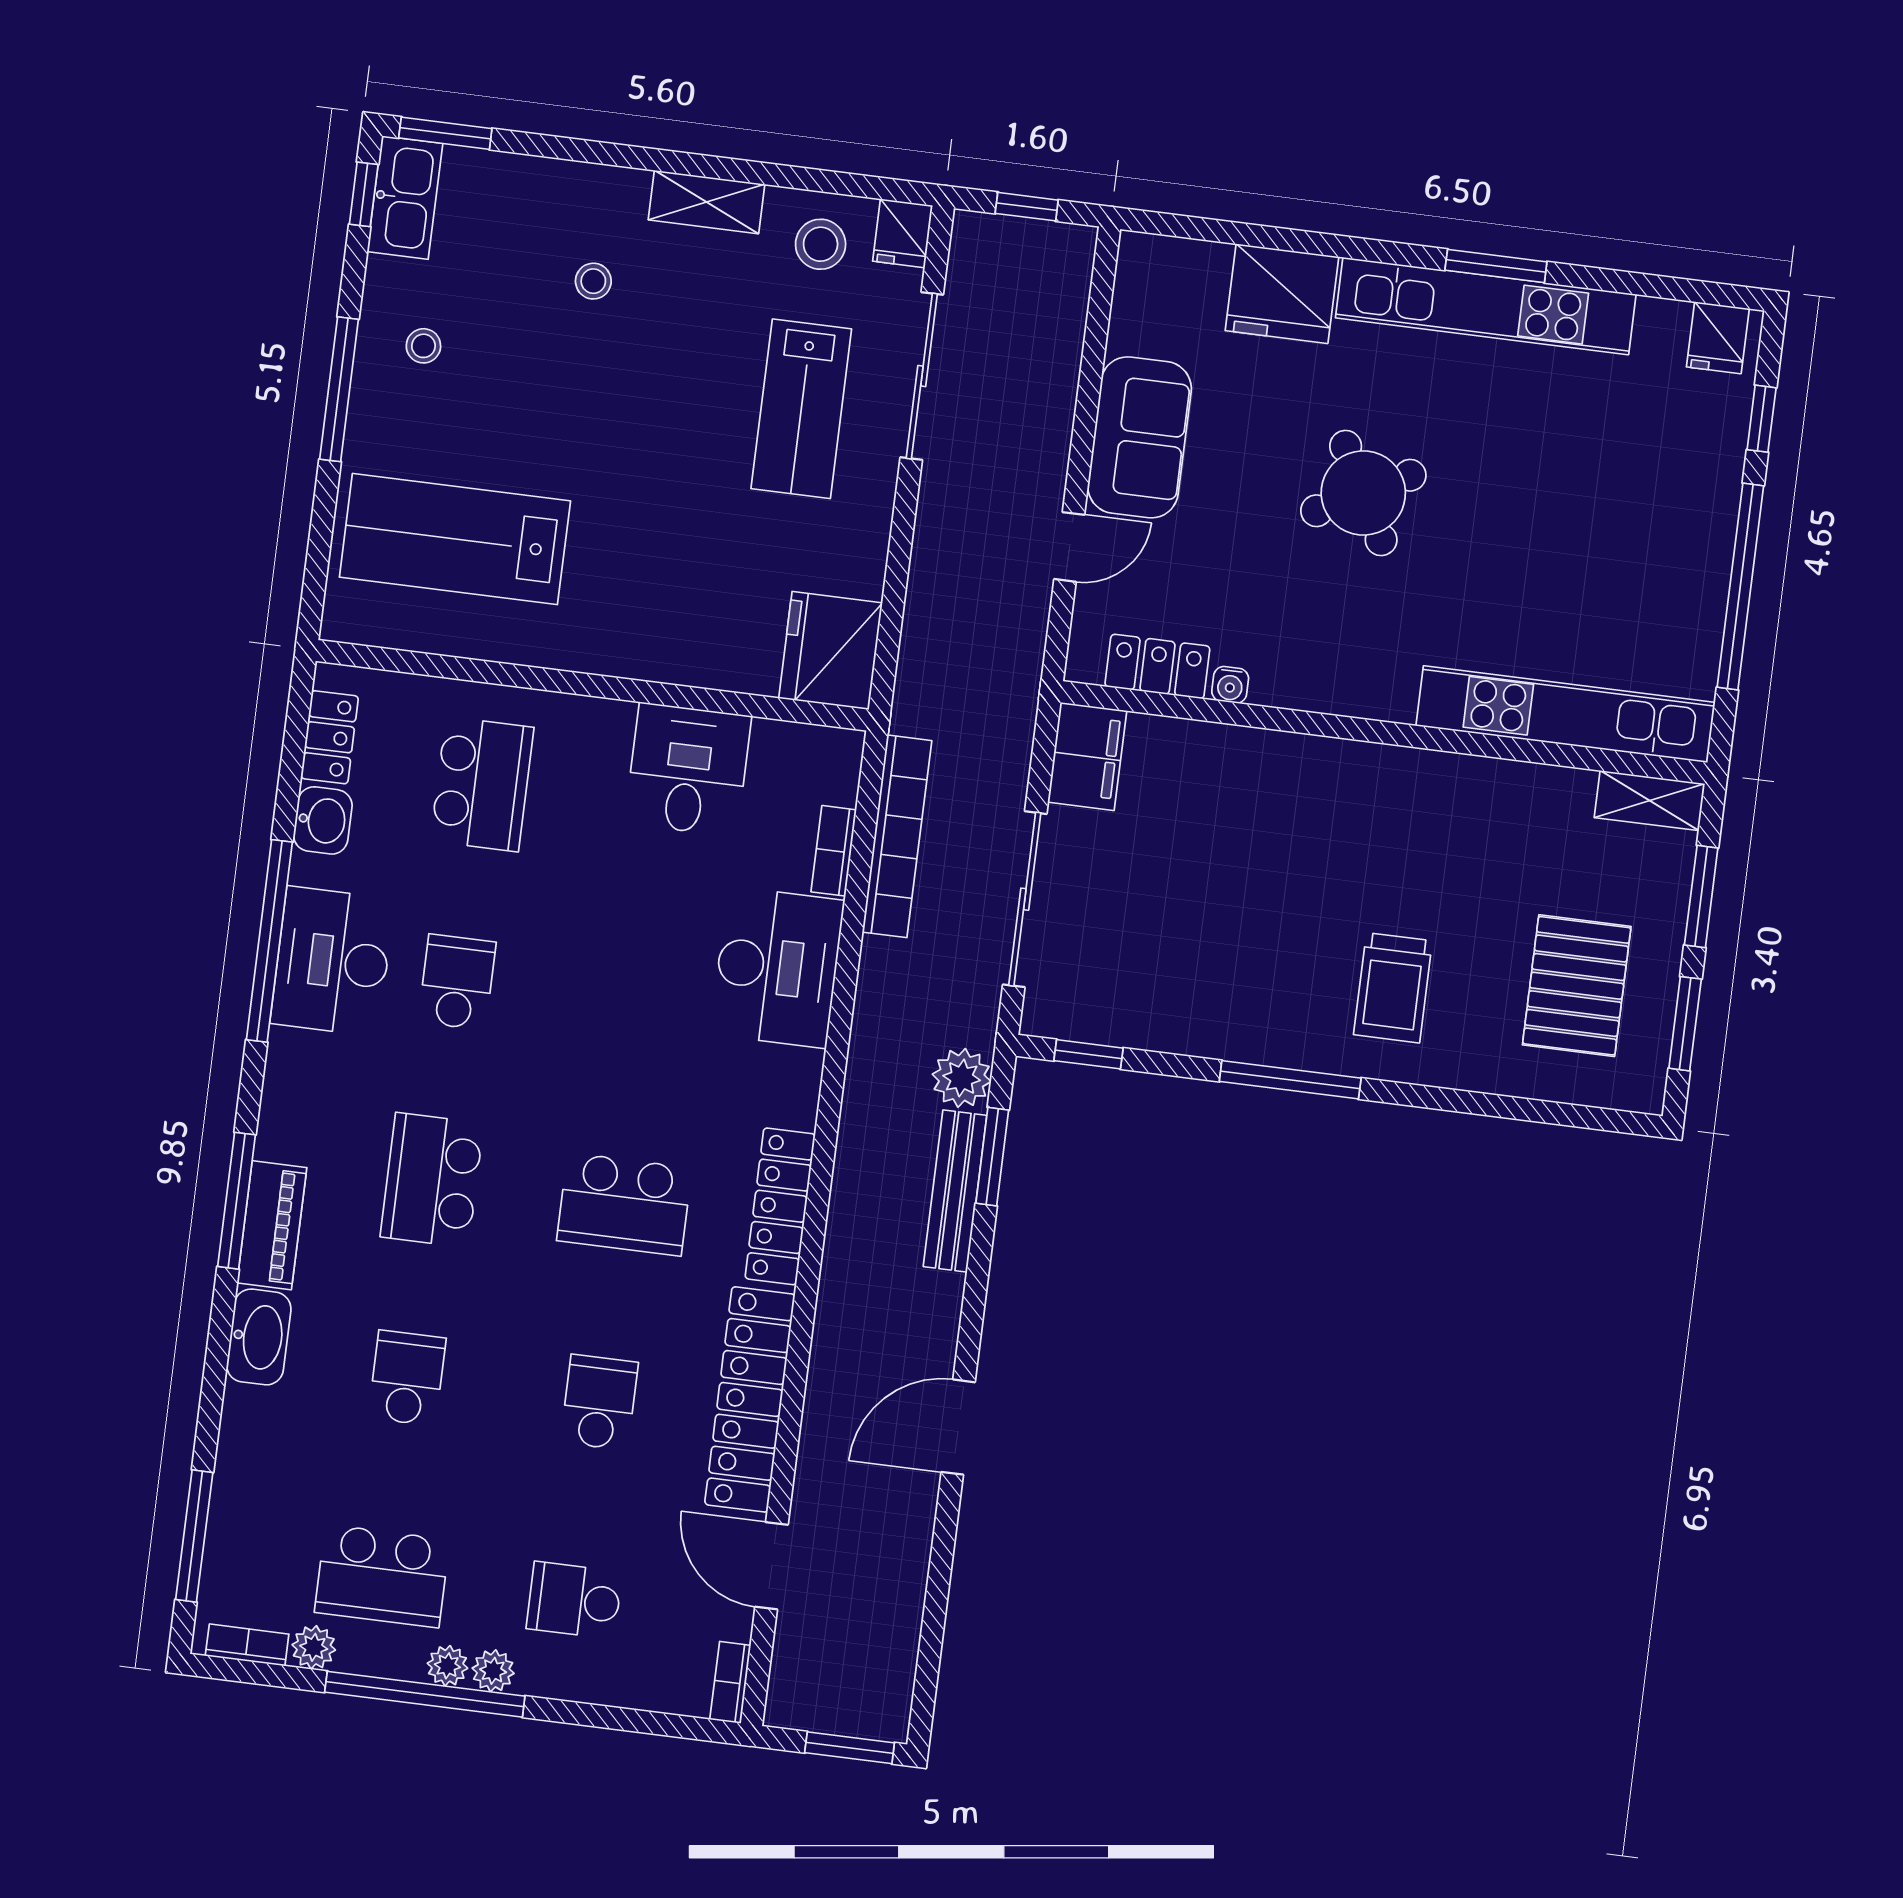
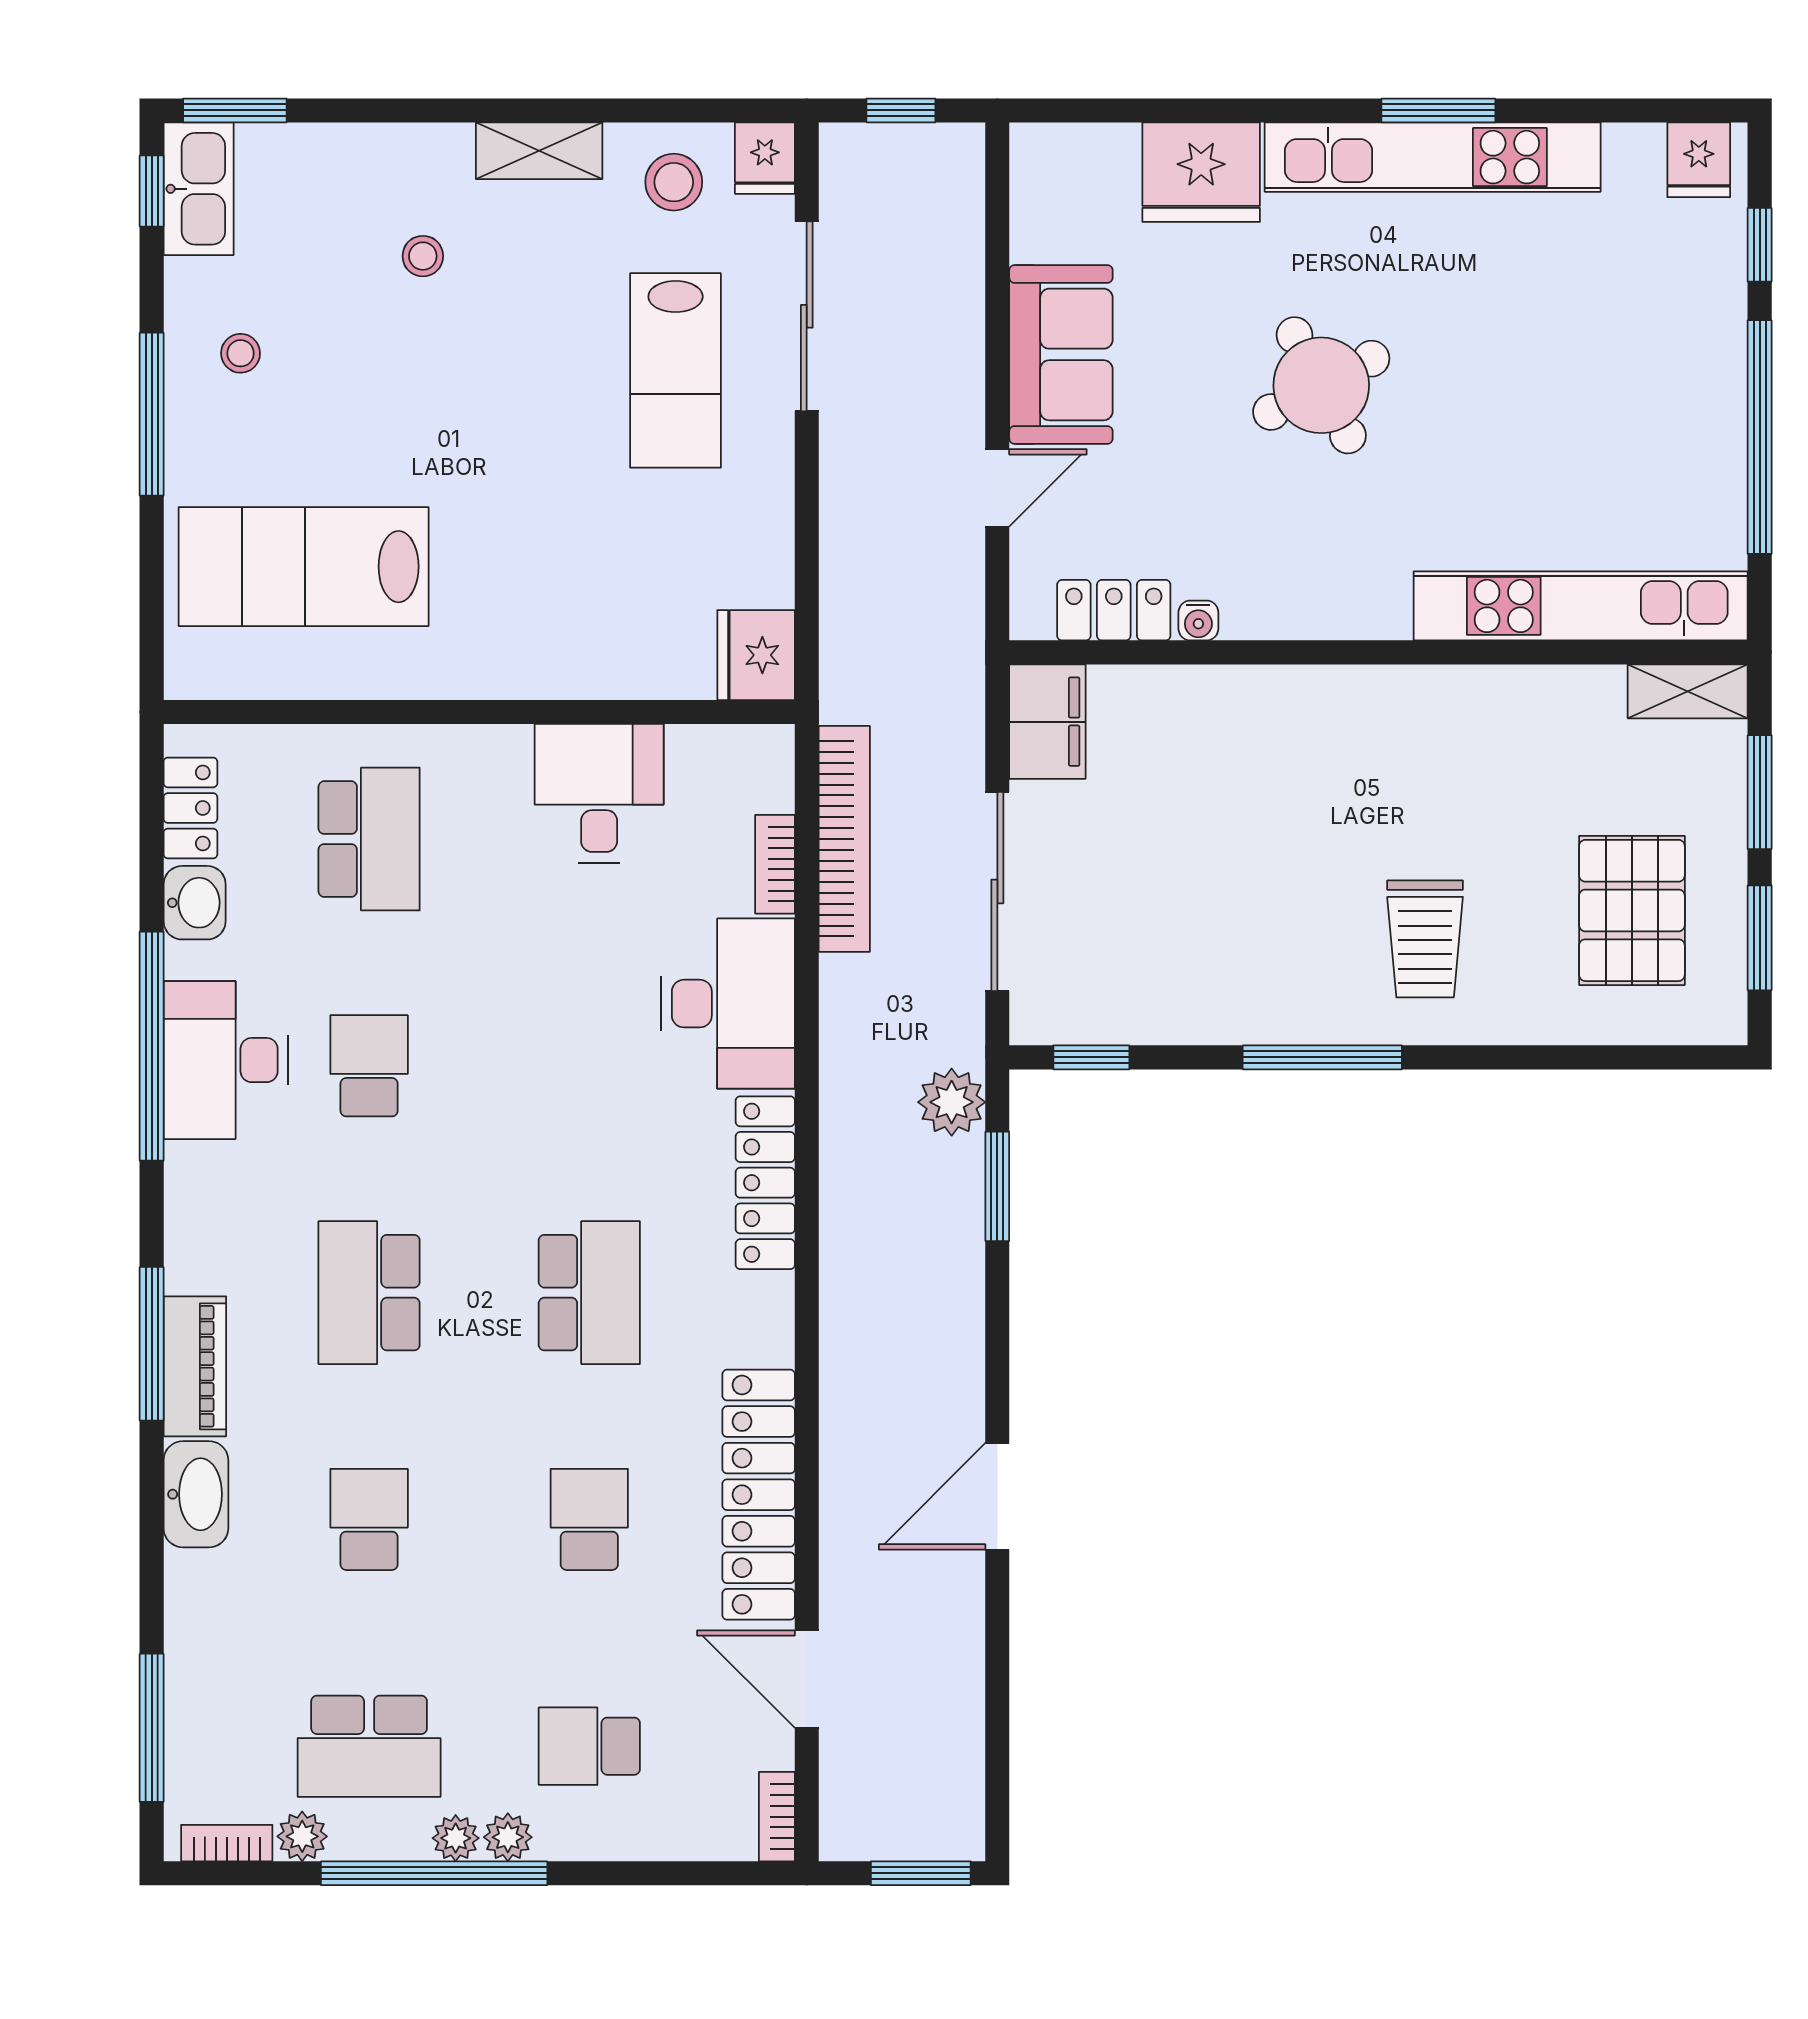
fridge: (831, 651) -> (756, 655), width x0.73, depth x0.75
bench: (955, 1191) -> (960, 1230), removed
school desk: (624, 1204) -> (589, 1293), turned -90
locker: (780, 1206) -> (765, 1183), moved

